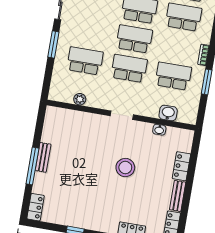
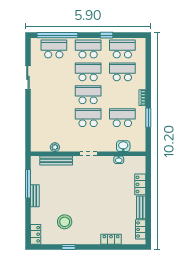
window: (53, 45) -> (28, 109), removed
school desk: (85, 61) -> (54, 118), removed
bench: (78, 117) -> (56, 160), added
window: (32, 166) -> (28, 184), moved
stool: (125, 168) -> (65, 222), moved

